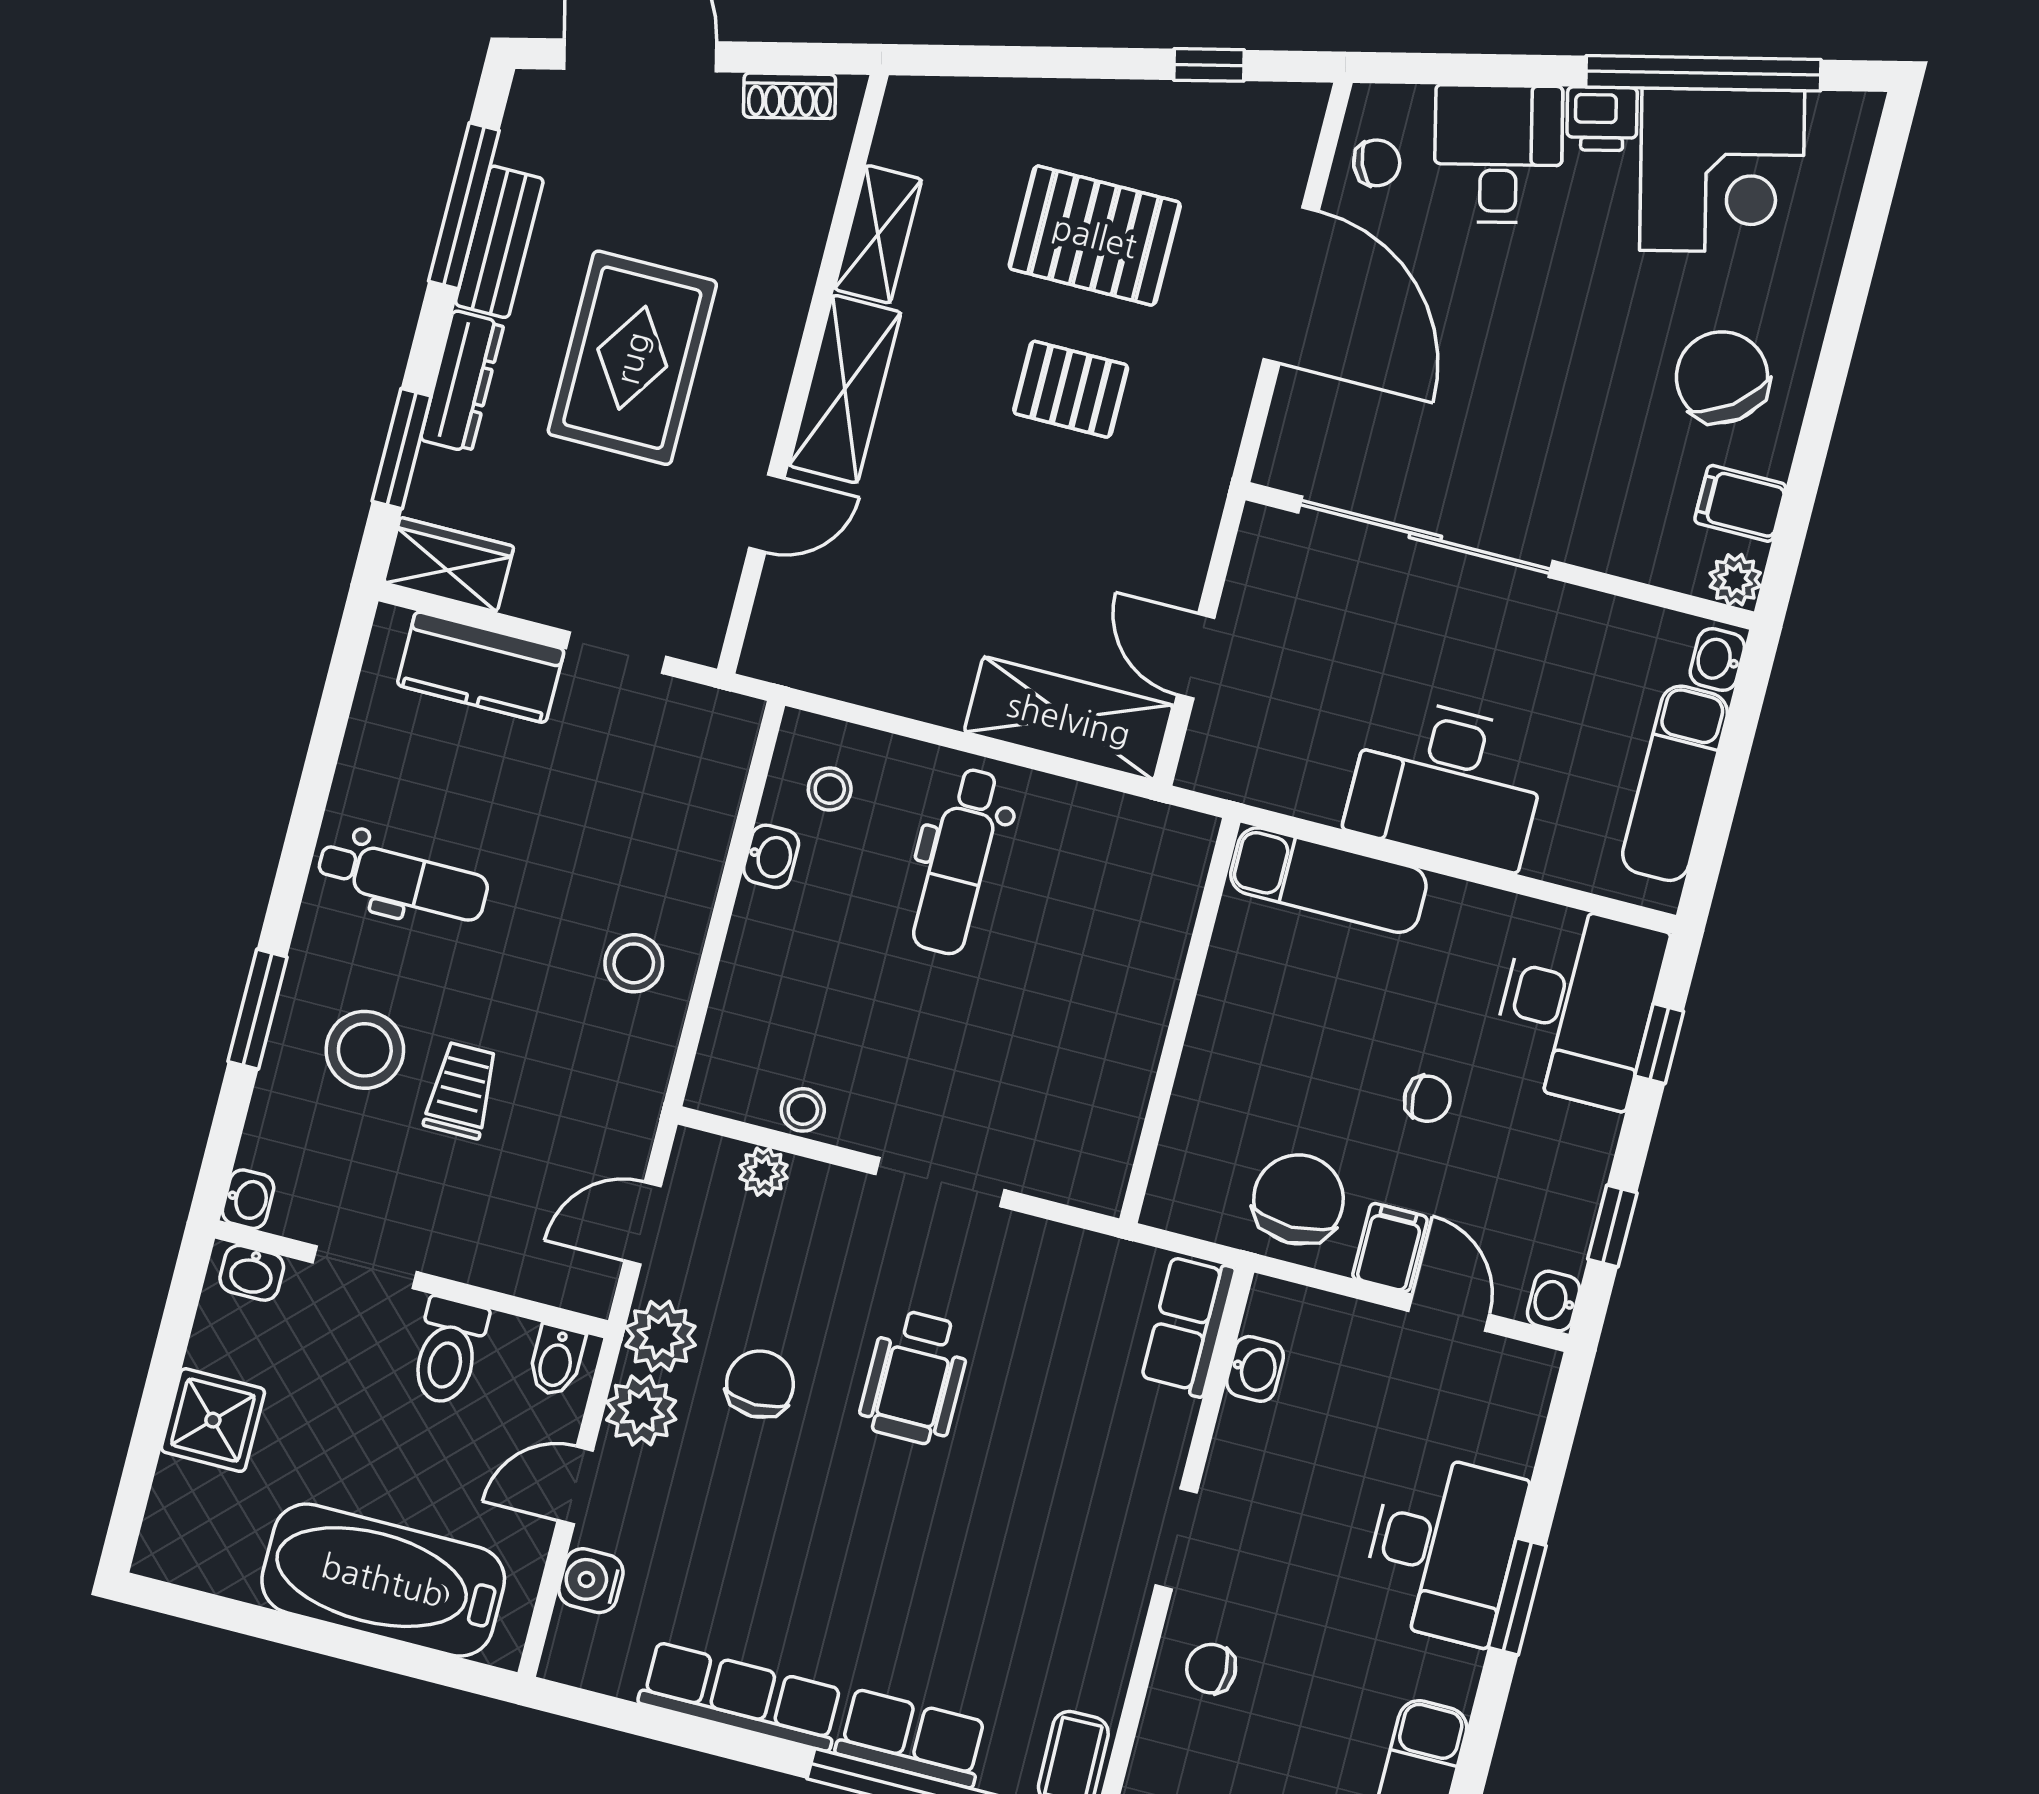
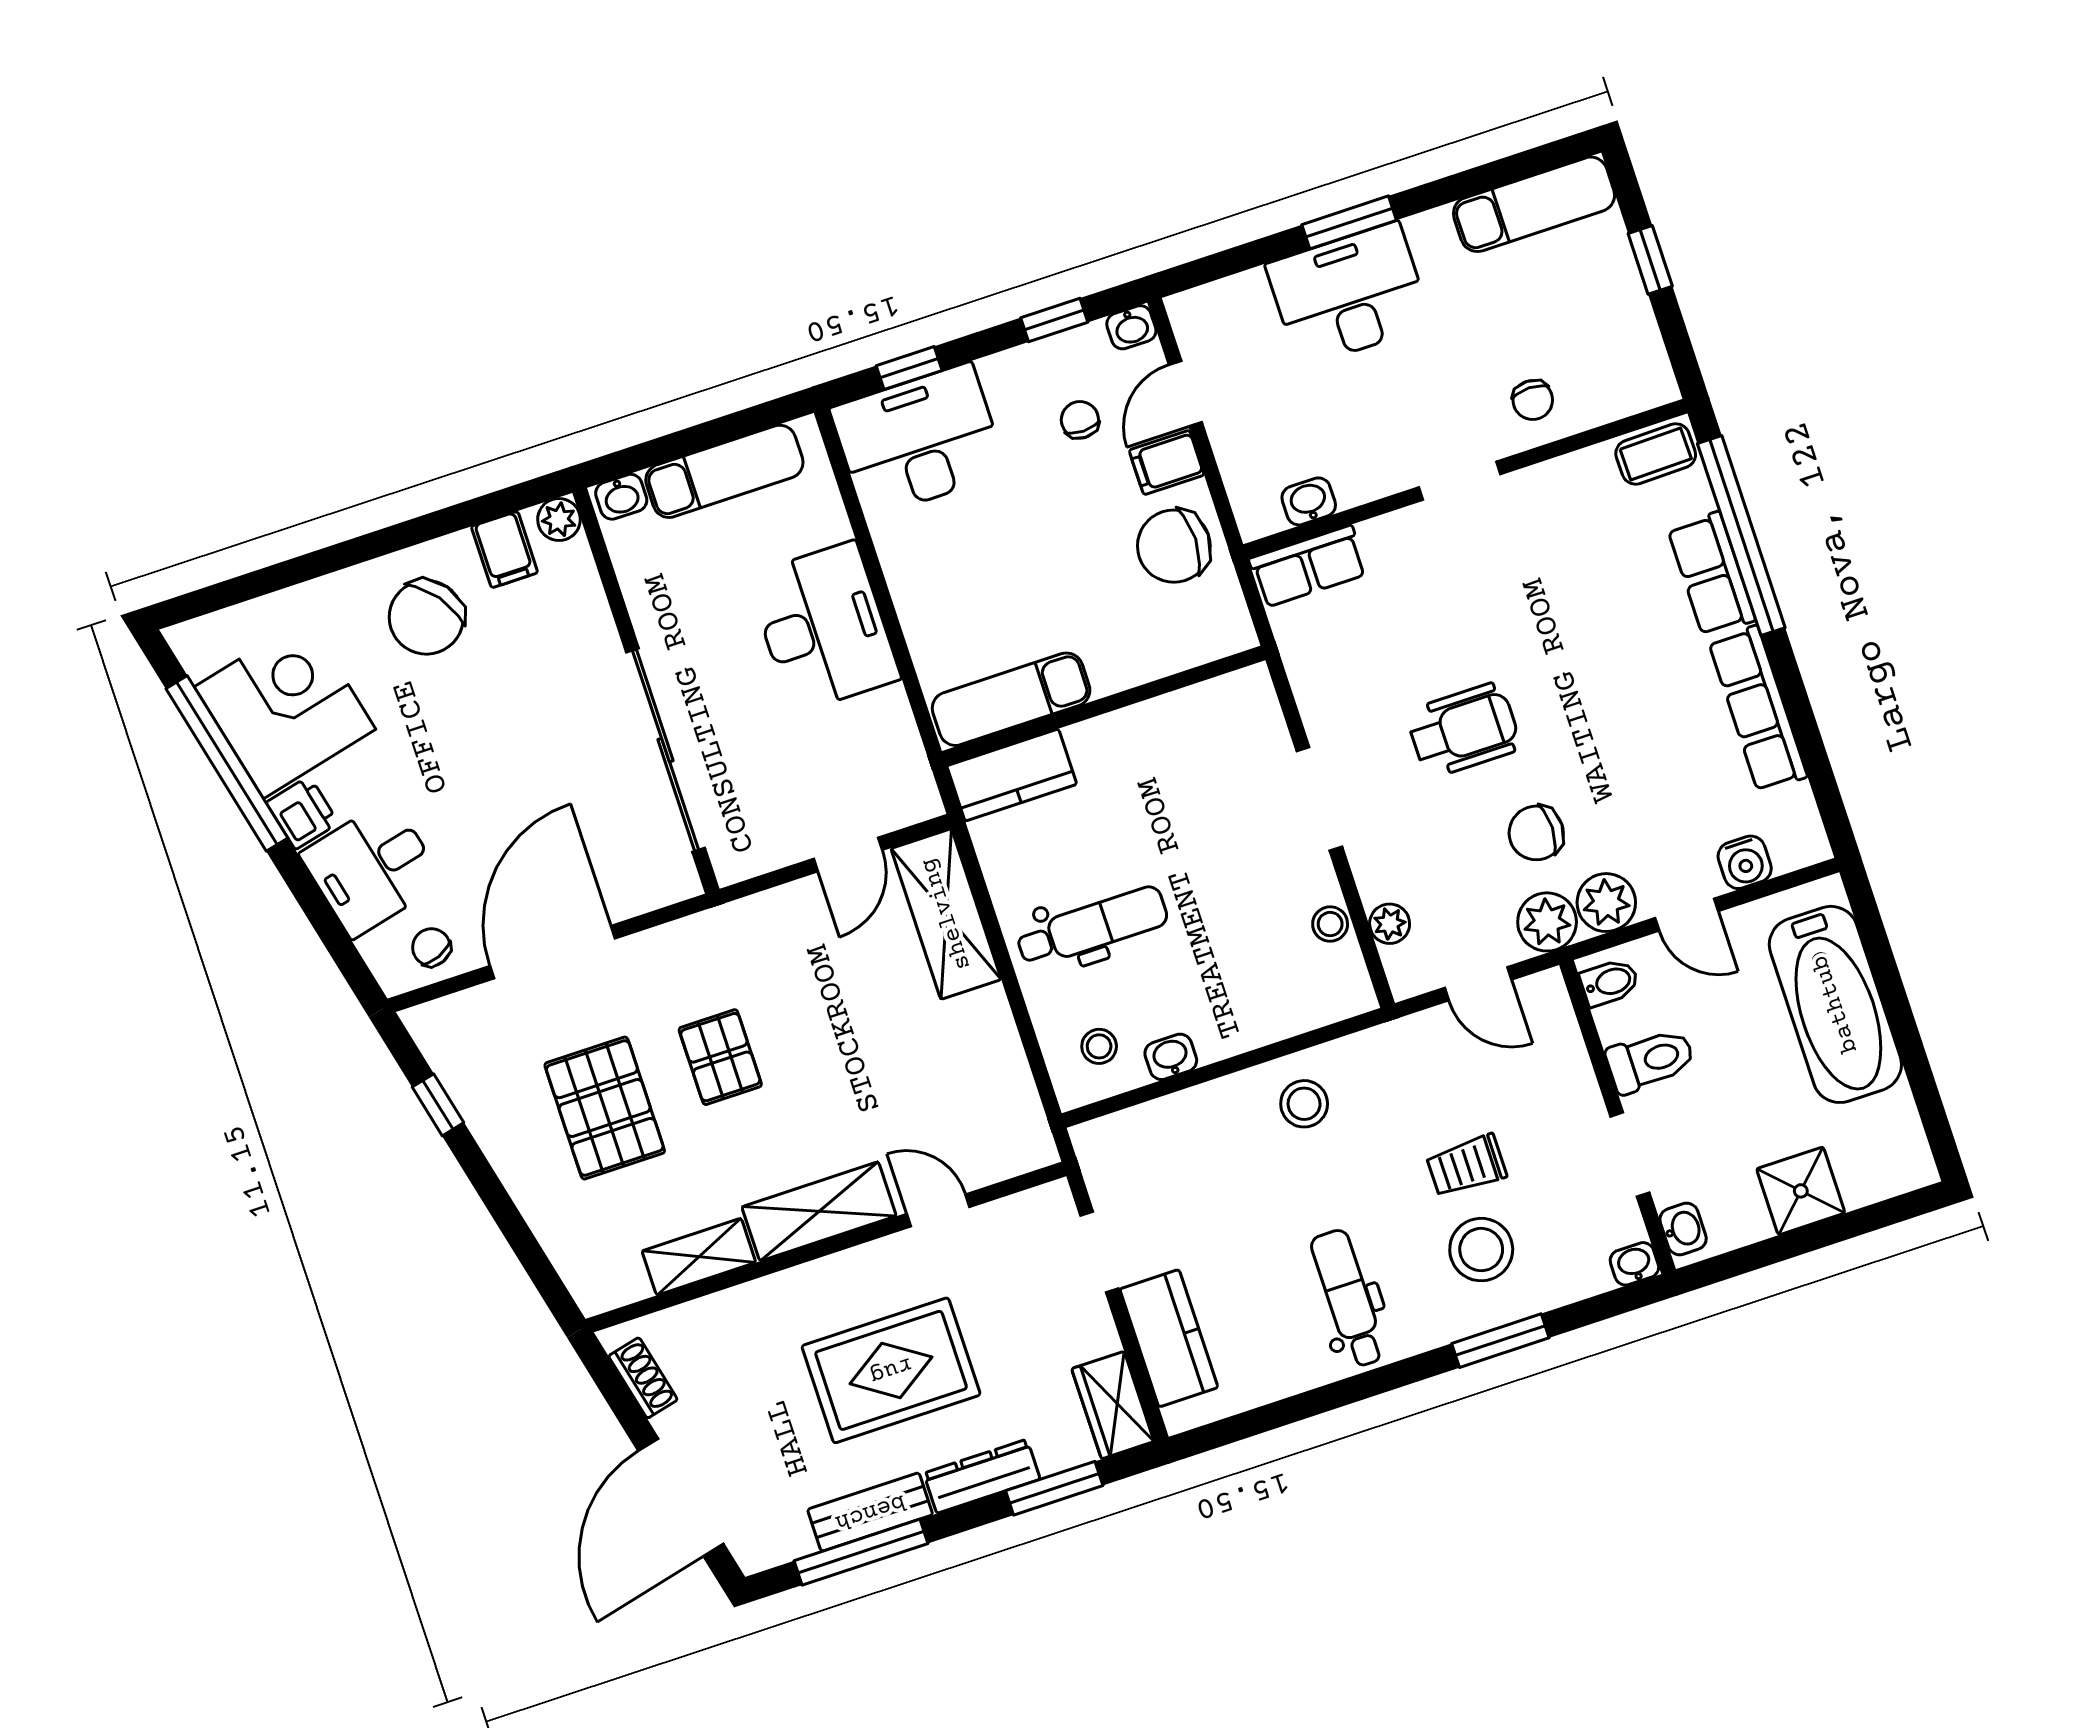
kitchen counter: (1169, 879) -> (1012, 775), added
exam couch: (1328, 880) -> (1011, 699), moved, turned -90
chair: (1427, 1099) -> (1080, 420), moved

